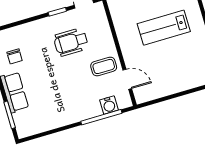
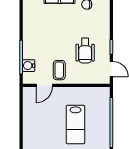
lab bench: (164, 28) -> (75, 125), turned 180
wheelchair: (71, 42) -> (85, 51), turned 180

